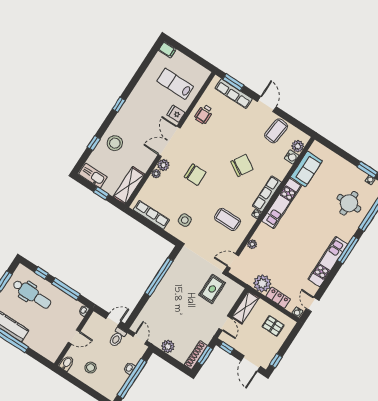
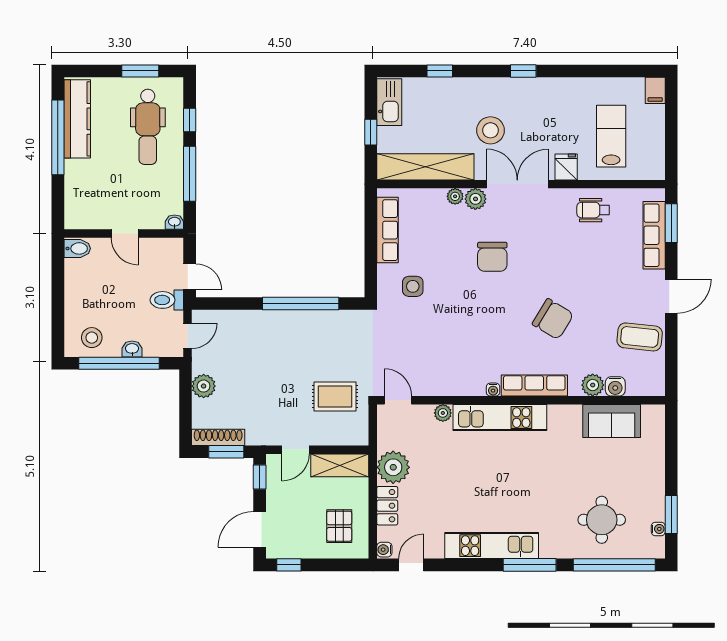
stool: (115, 143) -> (491, 130), moved
plant: (298, 146) -> (593, 385), moved
shelving: (129, 186) -> (425, 167), width x1.47
kitchen unit: (282, 203) -> (500, 418), moved
coffee table: (228, 219) -> (456, 351), removed
stool: (91, 368) -> (92, 338), moved

